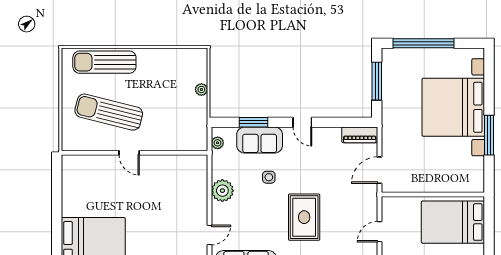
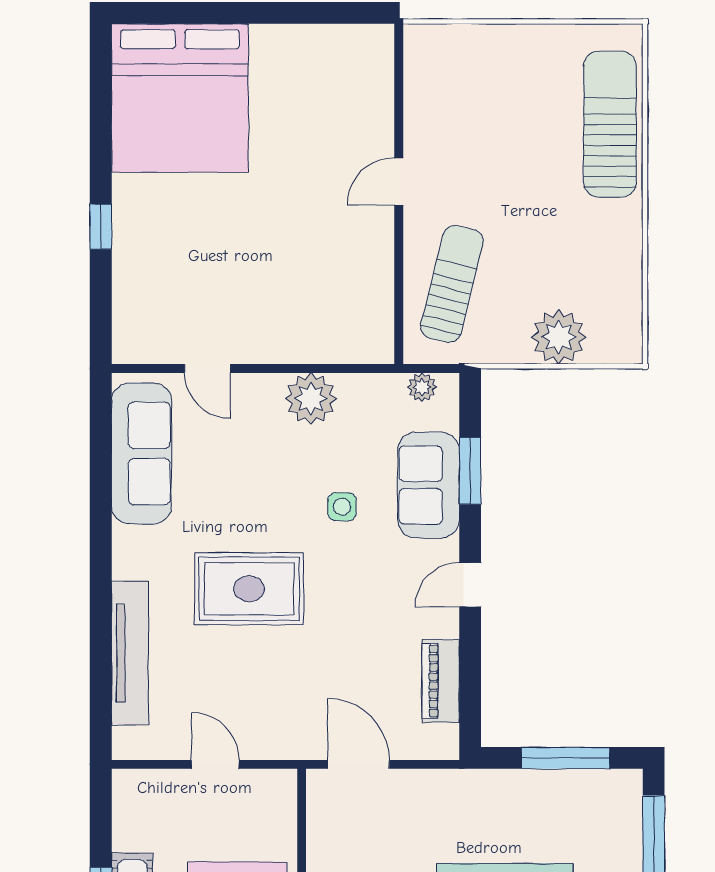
plant: (201, 90) -> (559, 337), width x1.88, depth x1.88
sun lounger: (109, 112) -> (452, 284), moved, width x0.73, depth x0.75
piano: (360, 135) -> (441, 681), moved

